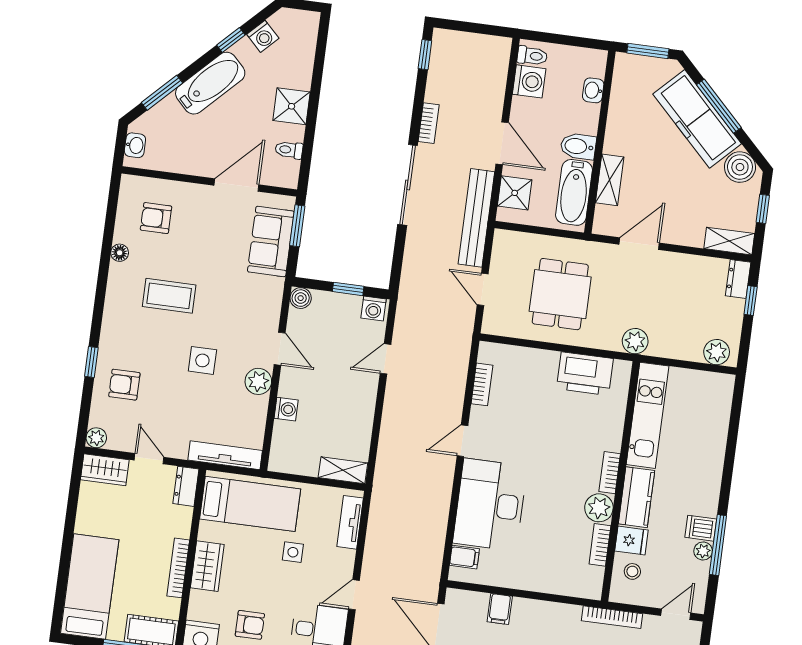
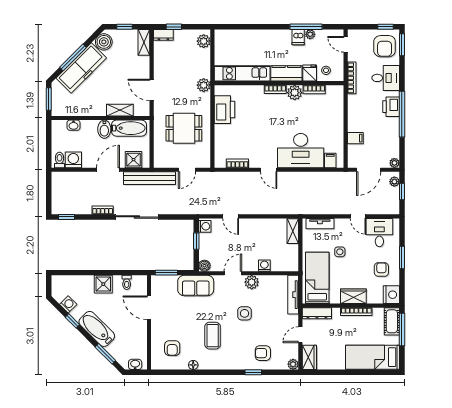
sofa: (271, 242) -> (196, 285), moved
armchair: (124, 385) -> (263, 353), turned 90
dresser: (186, 486) -> (317, 313), width x1.44

